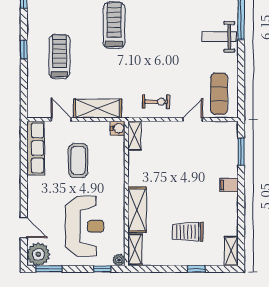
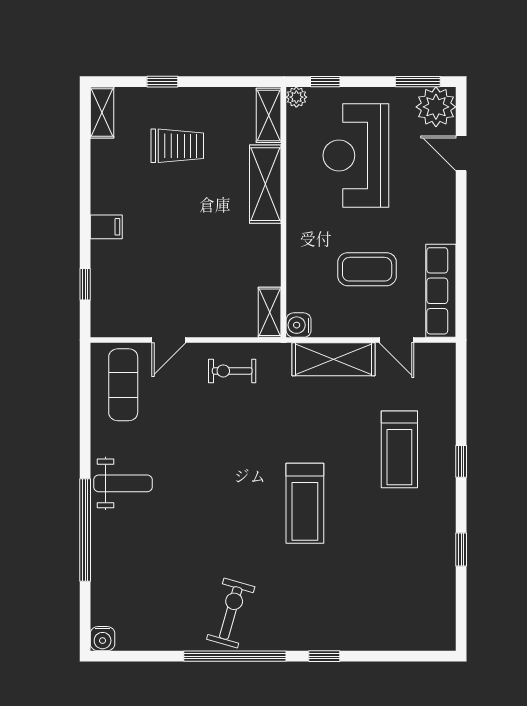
window: (241, 152) -> (85, 284), width x0.67
coffee table: (78, 160) -> (367, 269), turned 90

